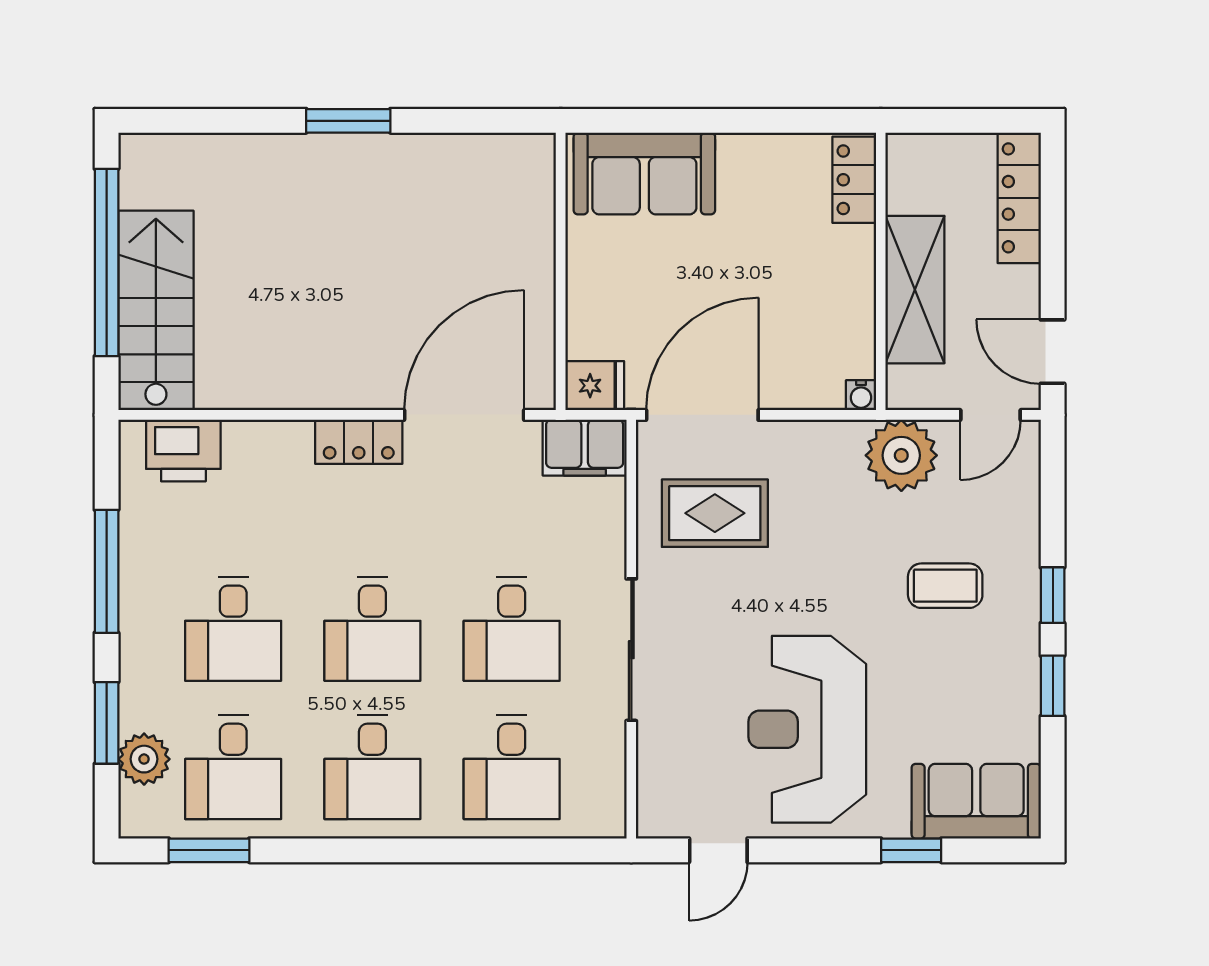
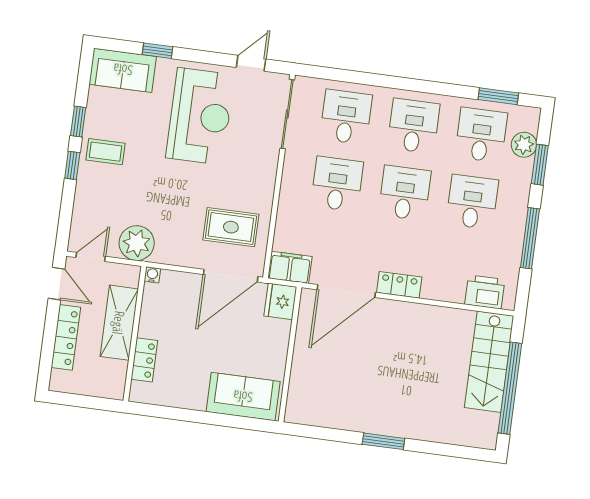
locker: (854, 180) -> (144, 360), moved
locker: (1019, 198) -> (66, 337), moved
fridge: (595, 386) -> (280, 301), width x1.38
coffee table: (945, 586) -> (105, 152), moved
sliding door: (631, 650) -> (287, 114), moved

